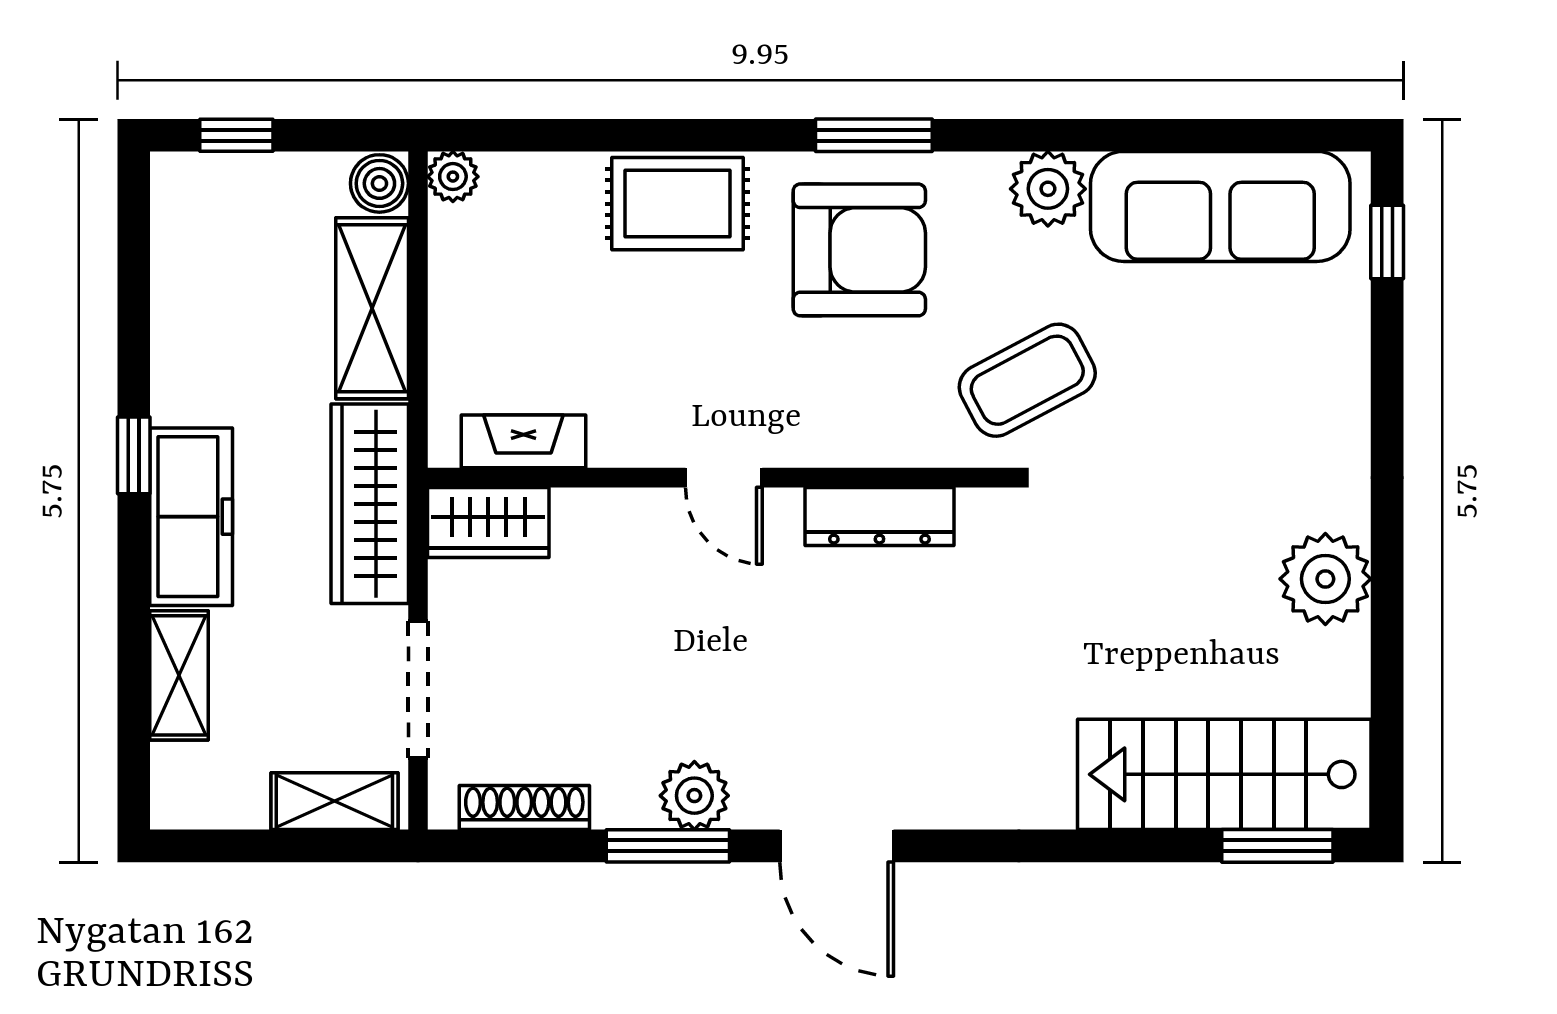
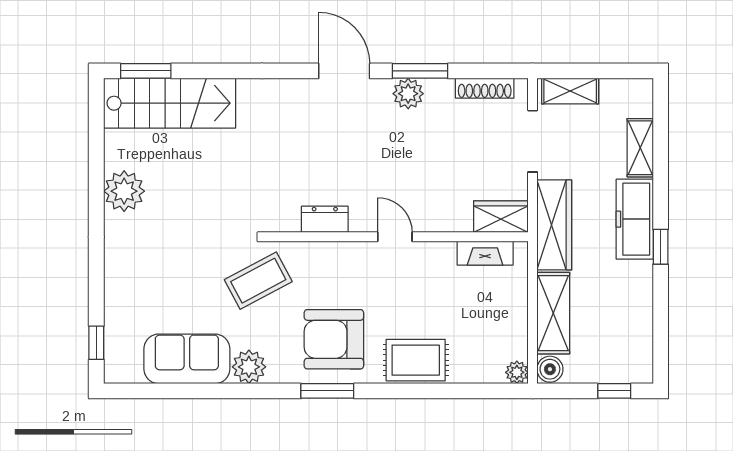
sofa: (1220, 206) -> (187, 359), width x0.73
dresser: (879, 516) -> (325, 219), width x0.70

